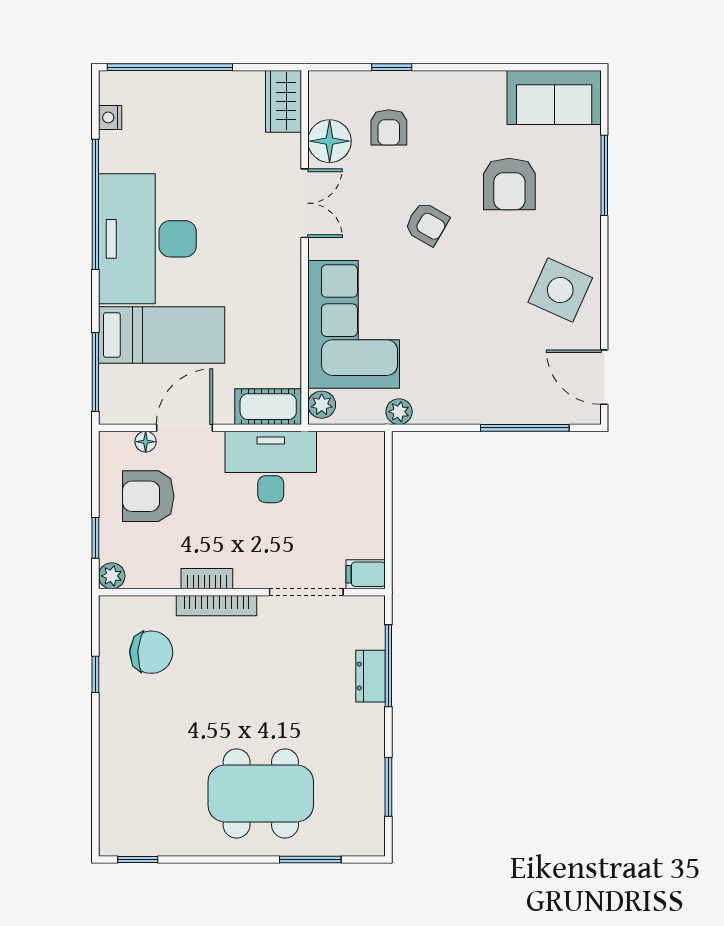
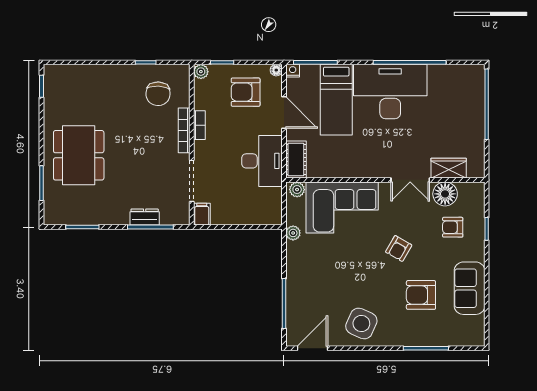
sofa: (554, 98) -> (470, 288), moved
wardrobe: (284, 101) -> (449, 168), moved
nightstand: (110, 117) -> (293, 71), moved
floor lamp: (146, 442) -> (276, 70), moved
armchair: (148, 496) -> (246, 92), turned -90

